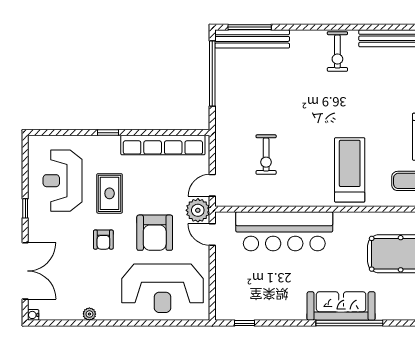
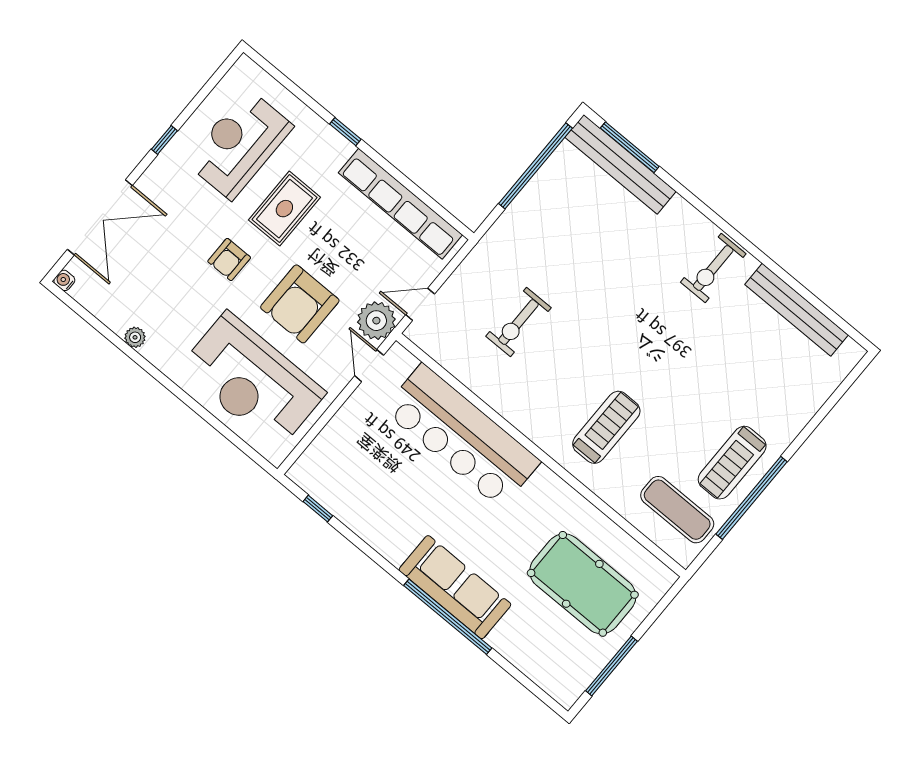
treadmill: (350, 170) -> (606, 427), width x0.73, depth x0.73

